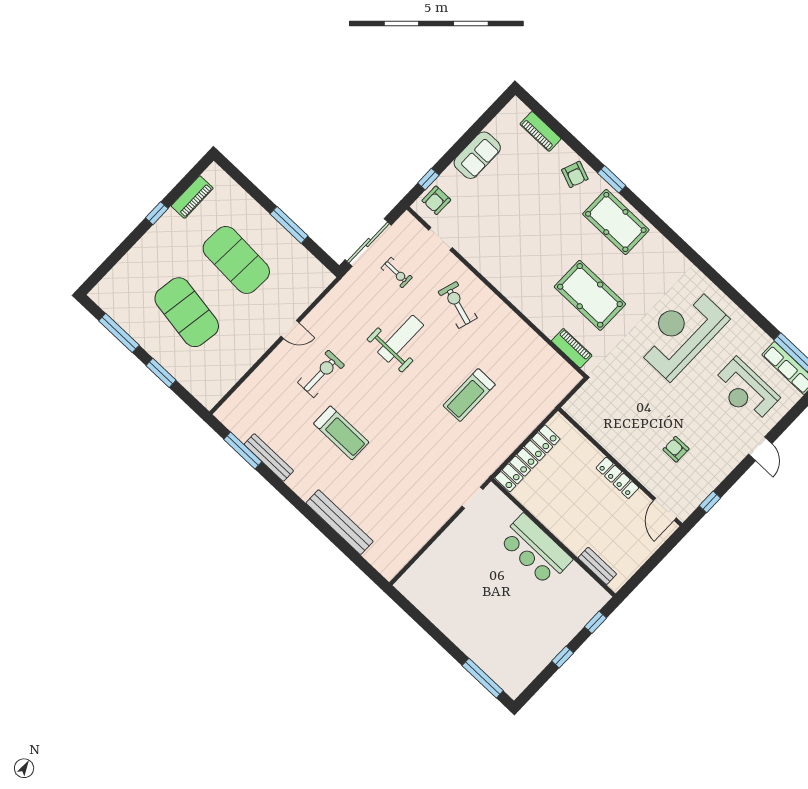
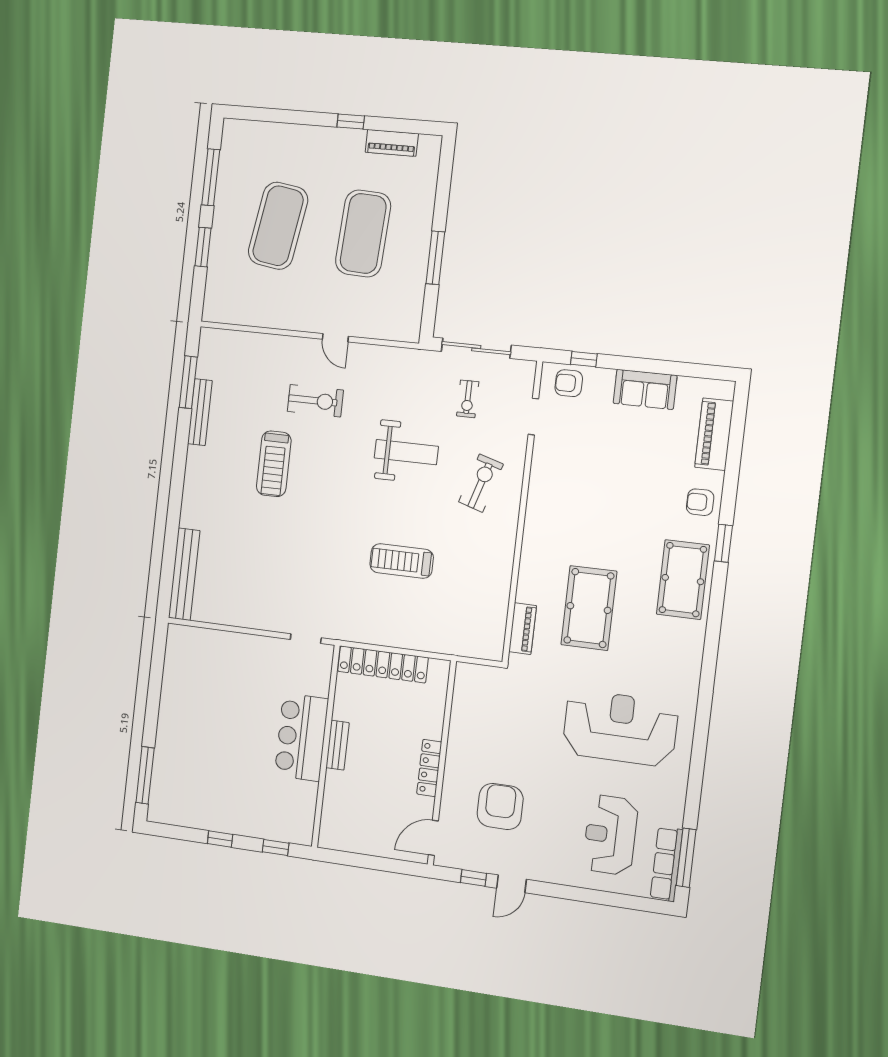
piano: (540, 131) -> (714, 434), width x1.37, depth x1.33
armchair: (575, 174) -> (700, 502), turned 69
armchair: (676, 449) -> (500, 806), width x1.88, depth x1.88
door: (760, 449) -> (511, 884), moved
bench: (340, 522) -> (184, 574), moved
bench: (597, 566) -> (337, 745), moved

